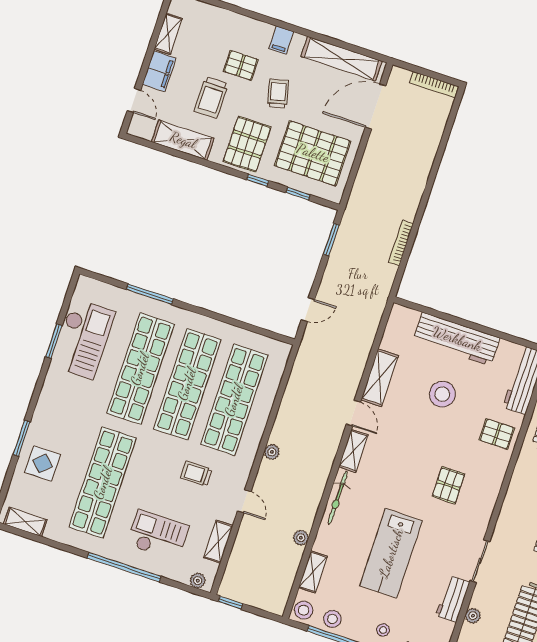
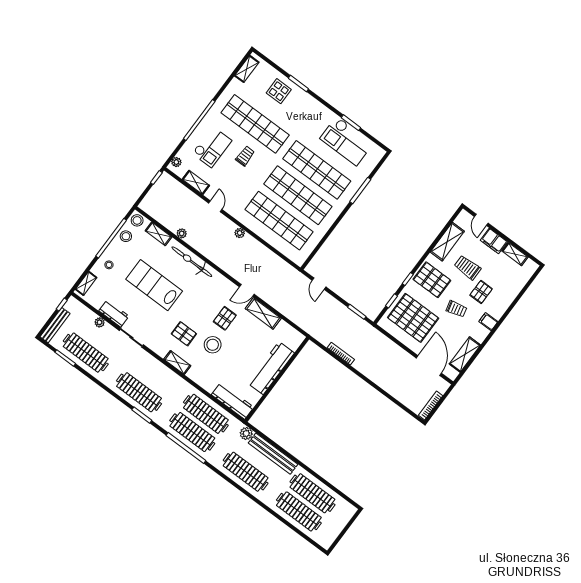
shelving: (342, 59) -> (465, 355), width x0.68
door: (134, 100) -> (481, 220), hinge flipped
pallet: (313, 153) -> (413, 318), turned 90
stool: (442, 394) -> (213, 345), moved
pallet: (497, 434) -> (225, 318), moved
shelving: (353, 451) -> (177, 362), moved
trolley: (196, 474) -> (245, 156), moved
bicycle: (338, 498) -> (192, 262), width x1.37, depth x1.40
door: (244, 501) -> (215, 206), swing flipped

